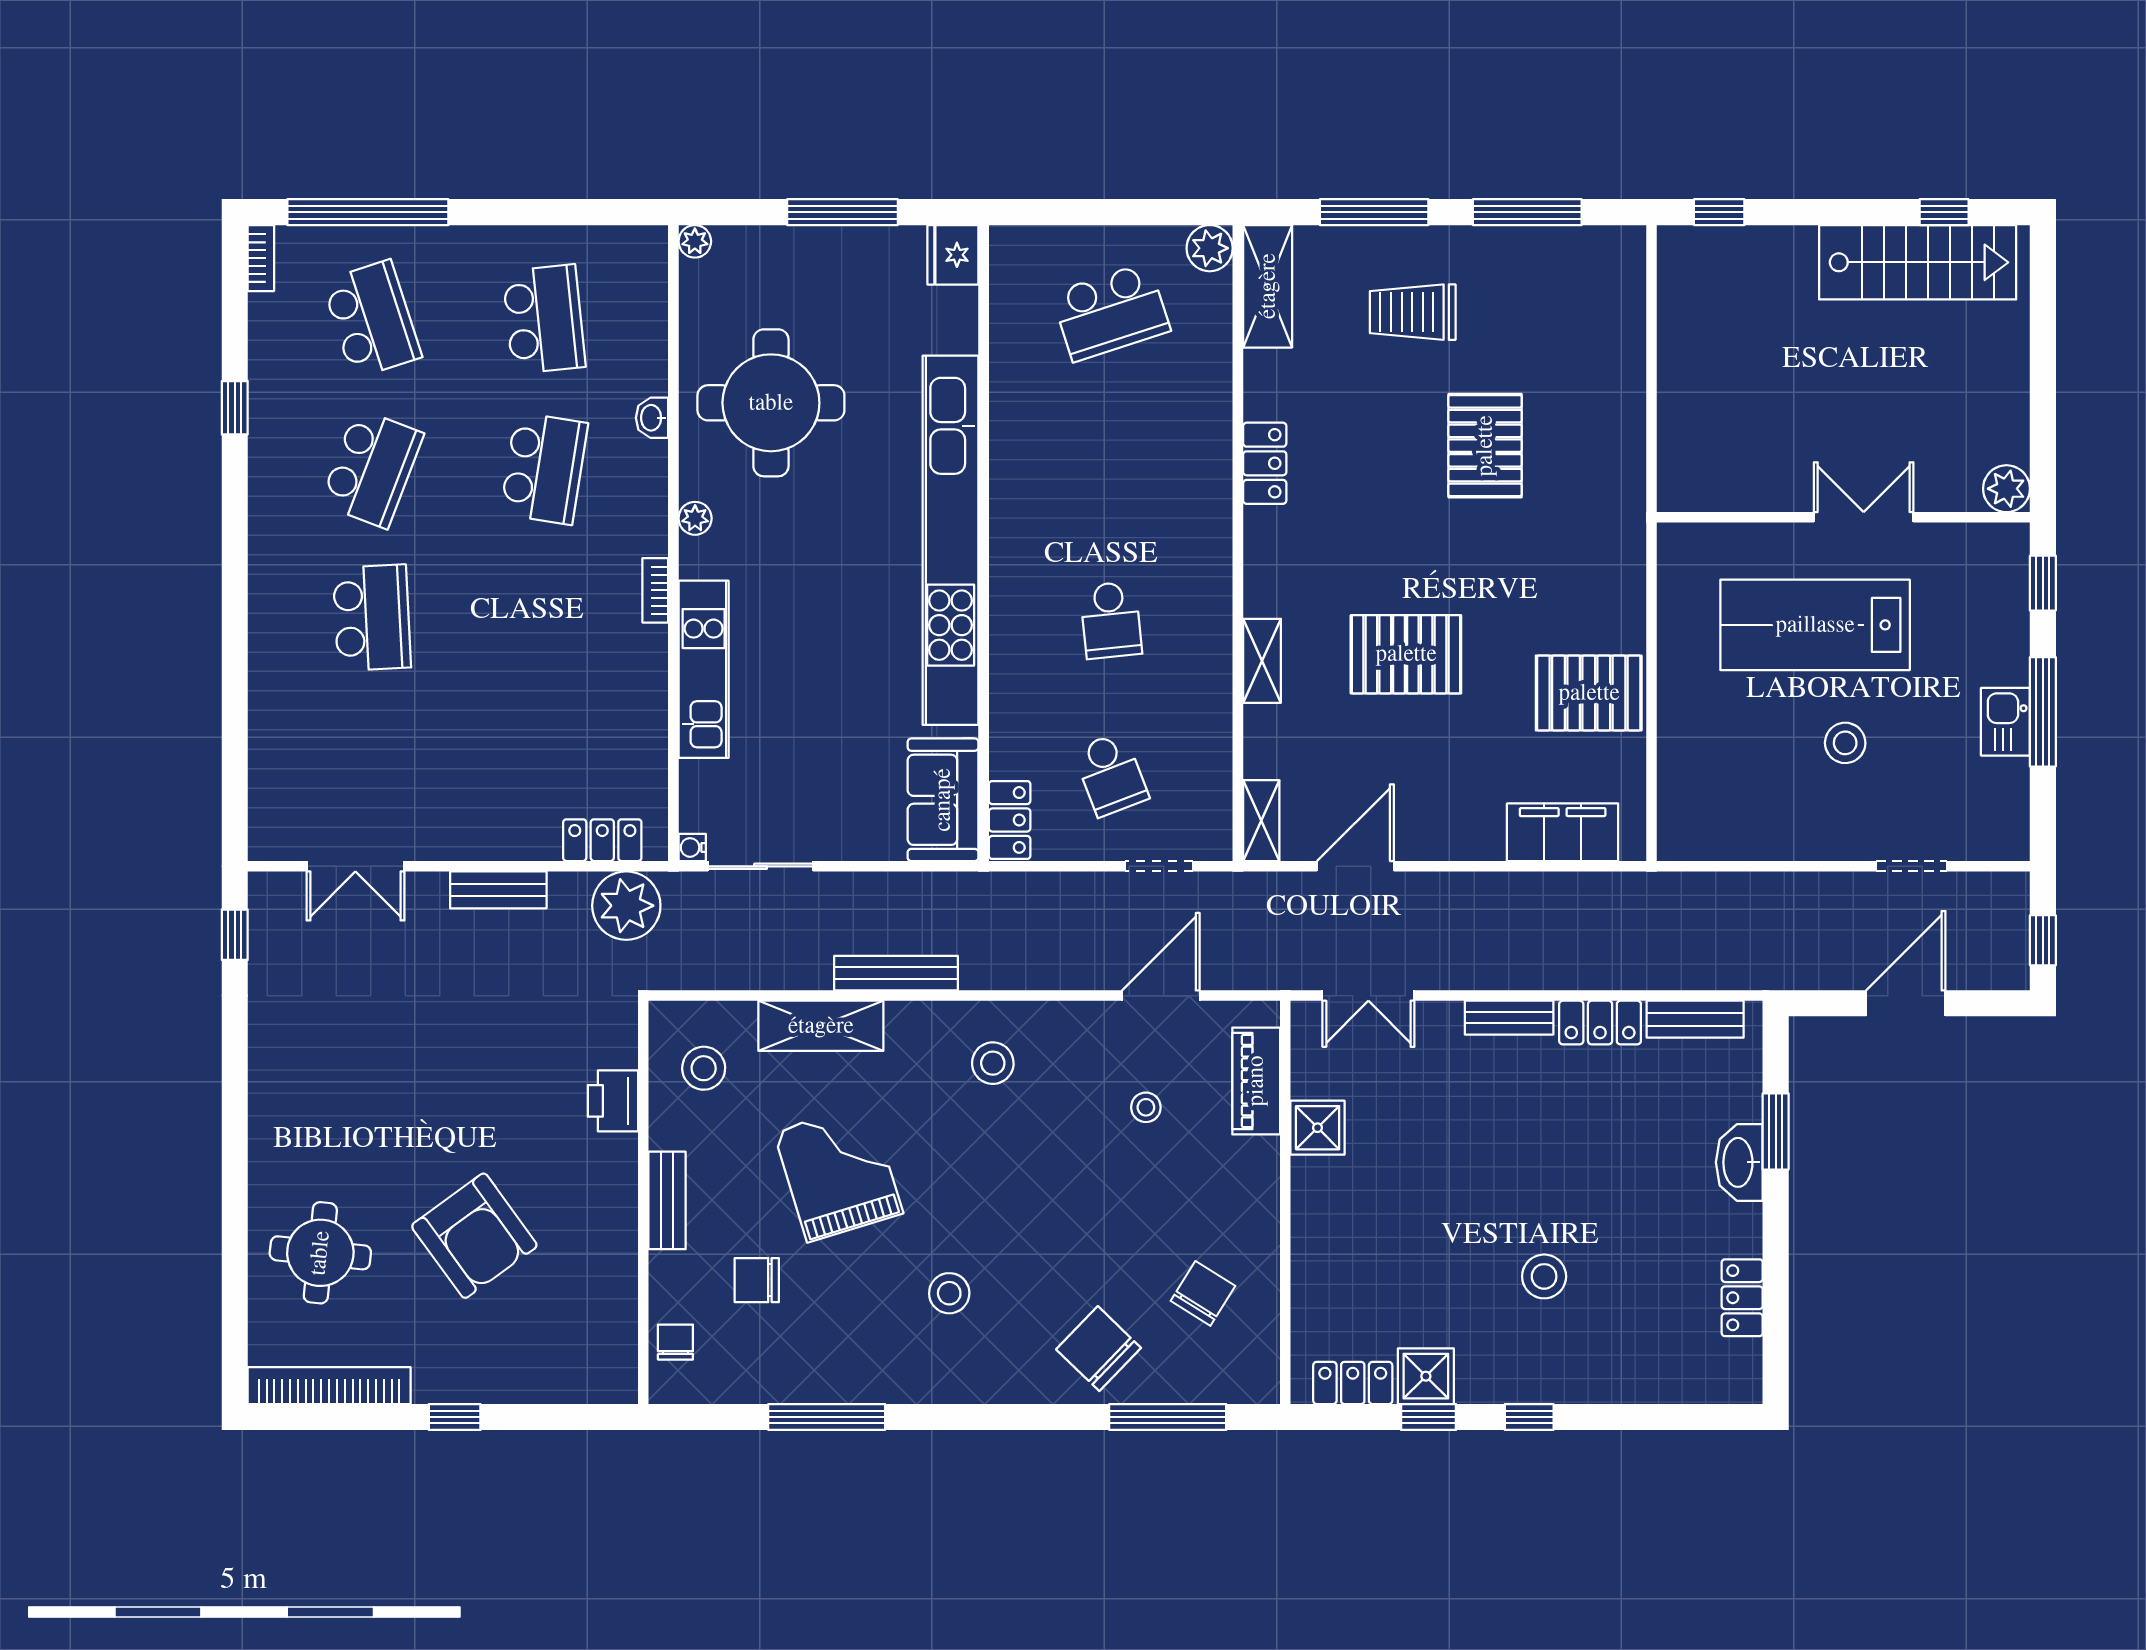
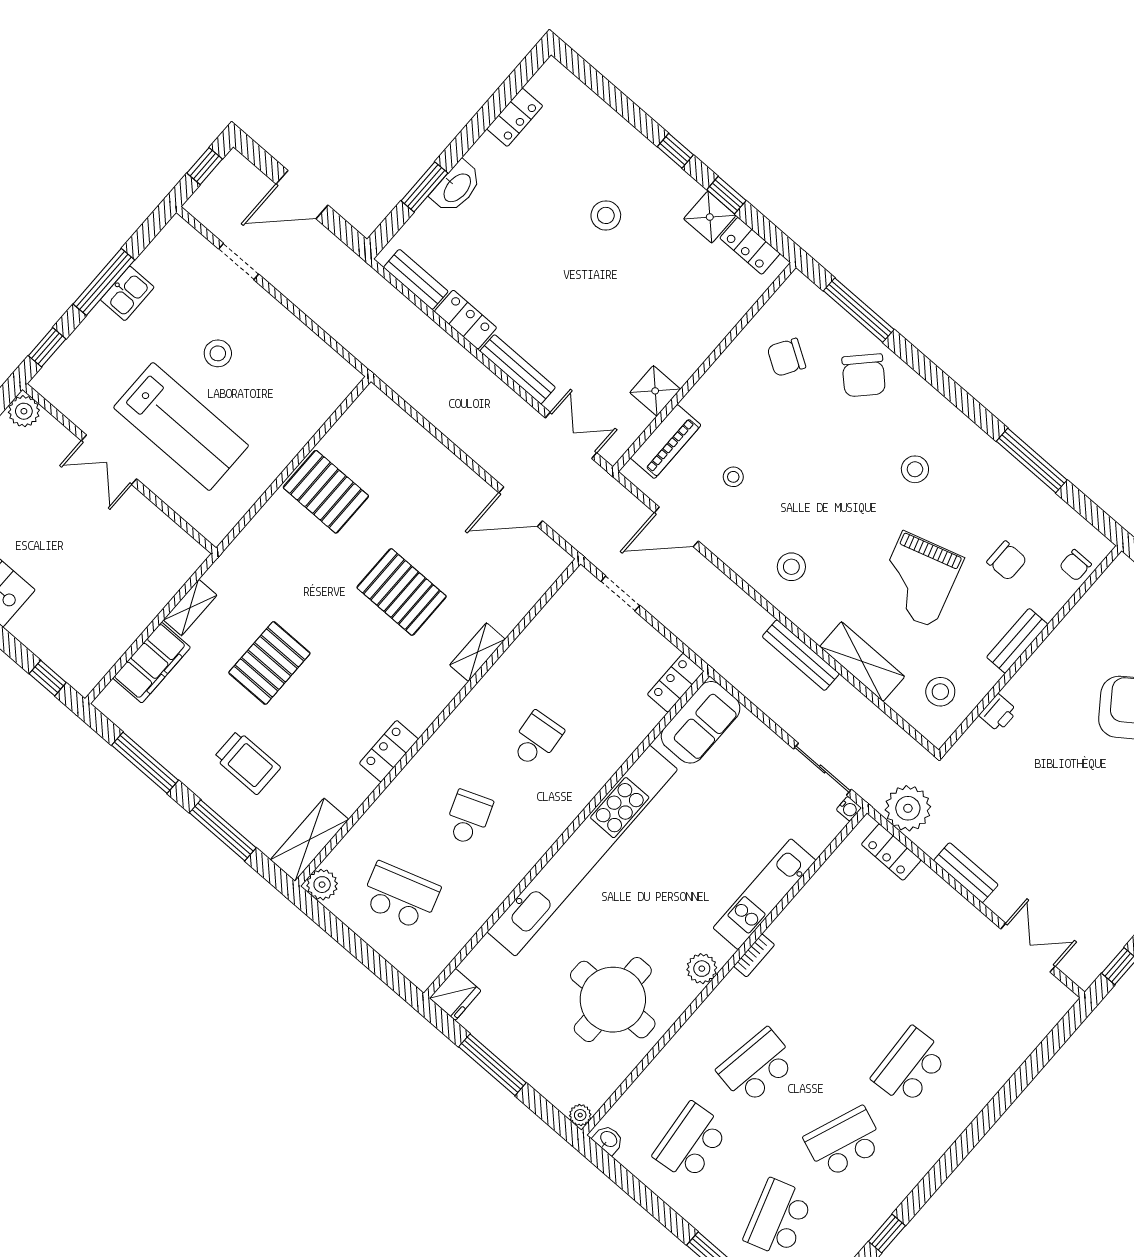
washbasin: (652, 418) -> (608, 1140), moved, turned -90
plant: (695, 518) -> (702, 969), width x1.38, depth x1.38
school desk: (1111, 774) -> (468, 818), moved
shelving: (1261, 821) -> (190, 608), moved
filing cabinet: (1563, 832) -> (152, 663), moved, turned -90
bench: (1509, 1018) -> (518, 369), width x1.36
printer: (613, 1101) -> (998, 713), width x0.73, depth x0.81

